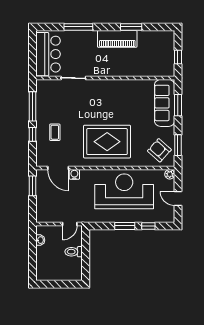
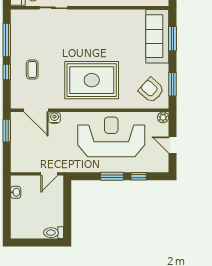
toilet: (74, 252) -> (54, 233), moved

